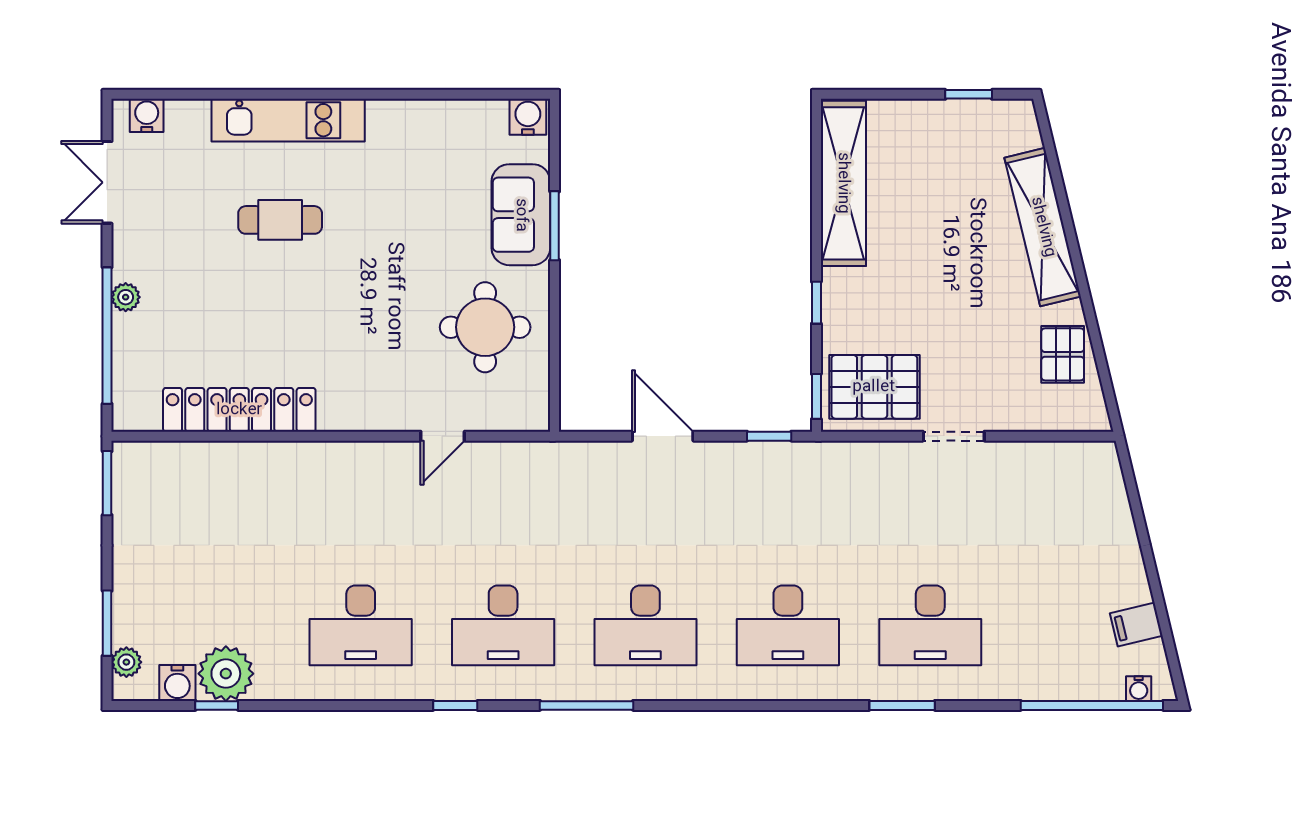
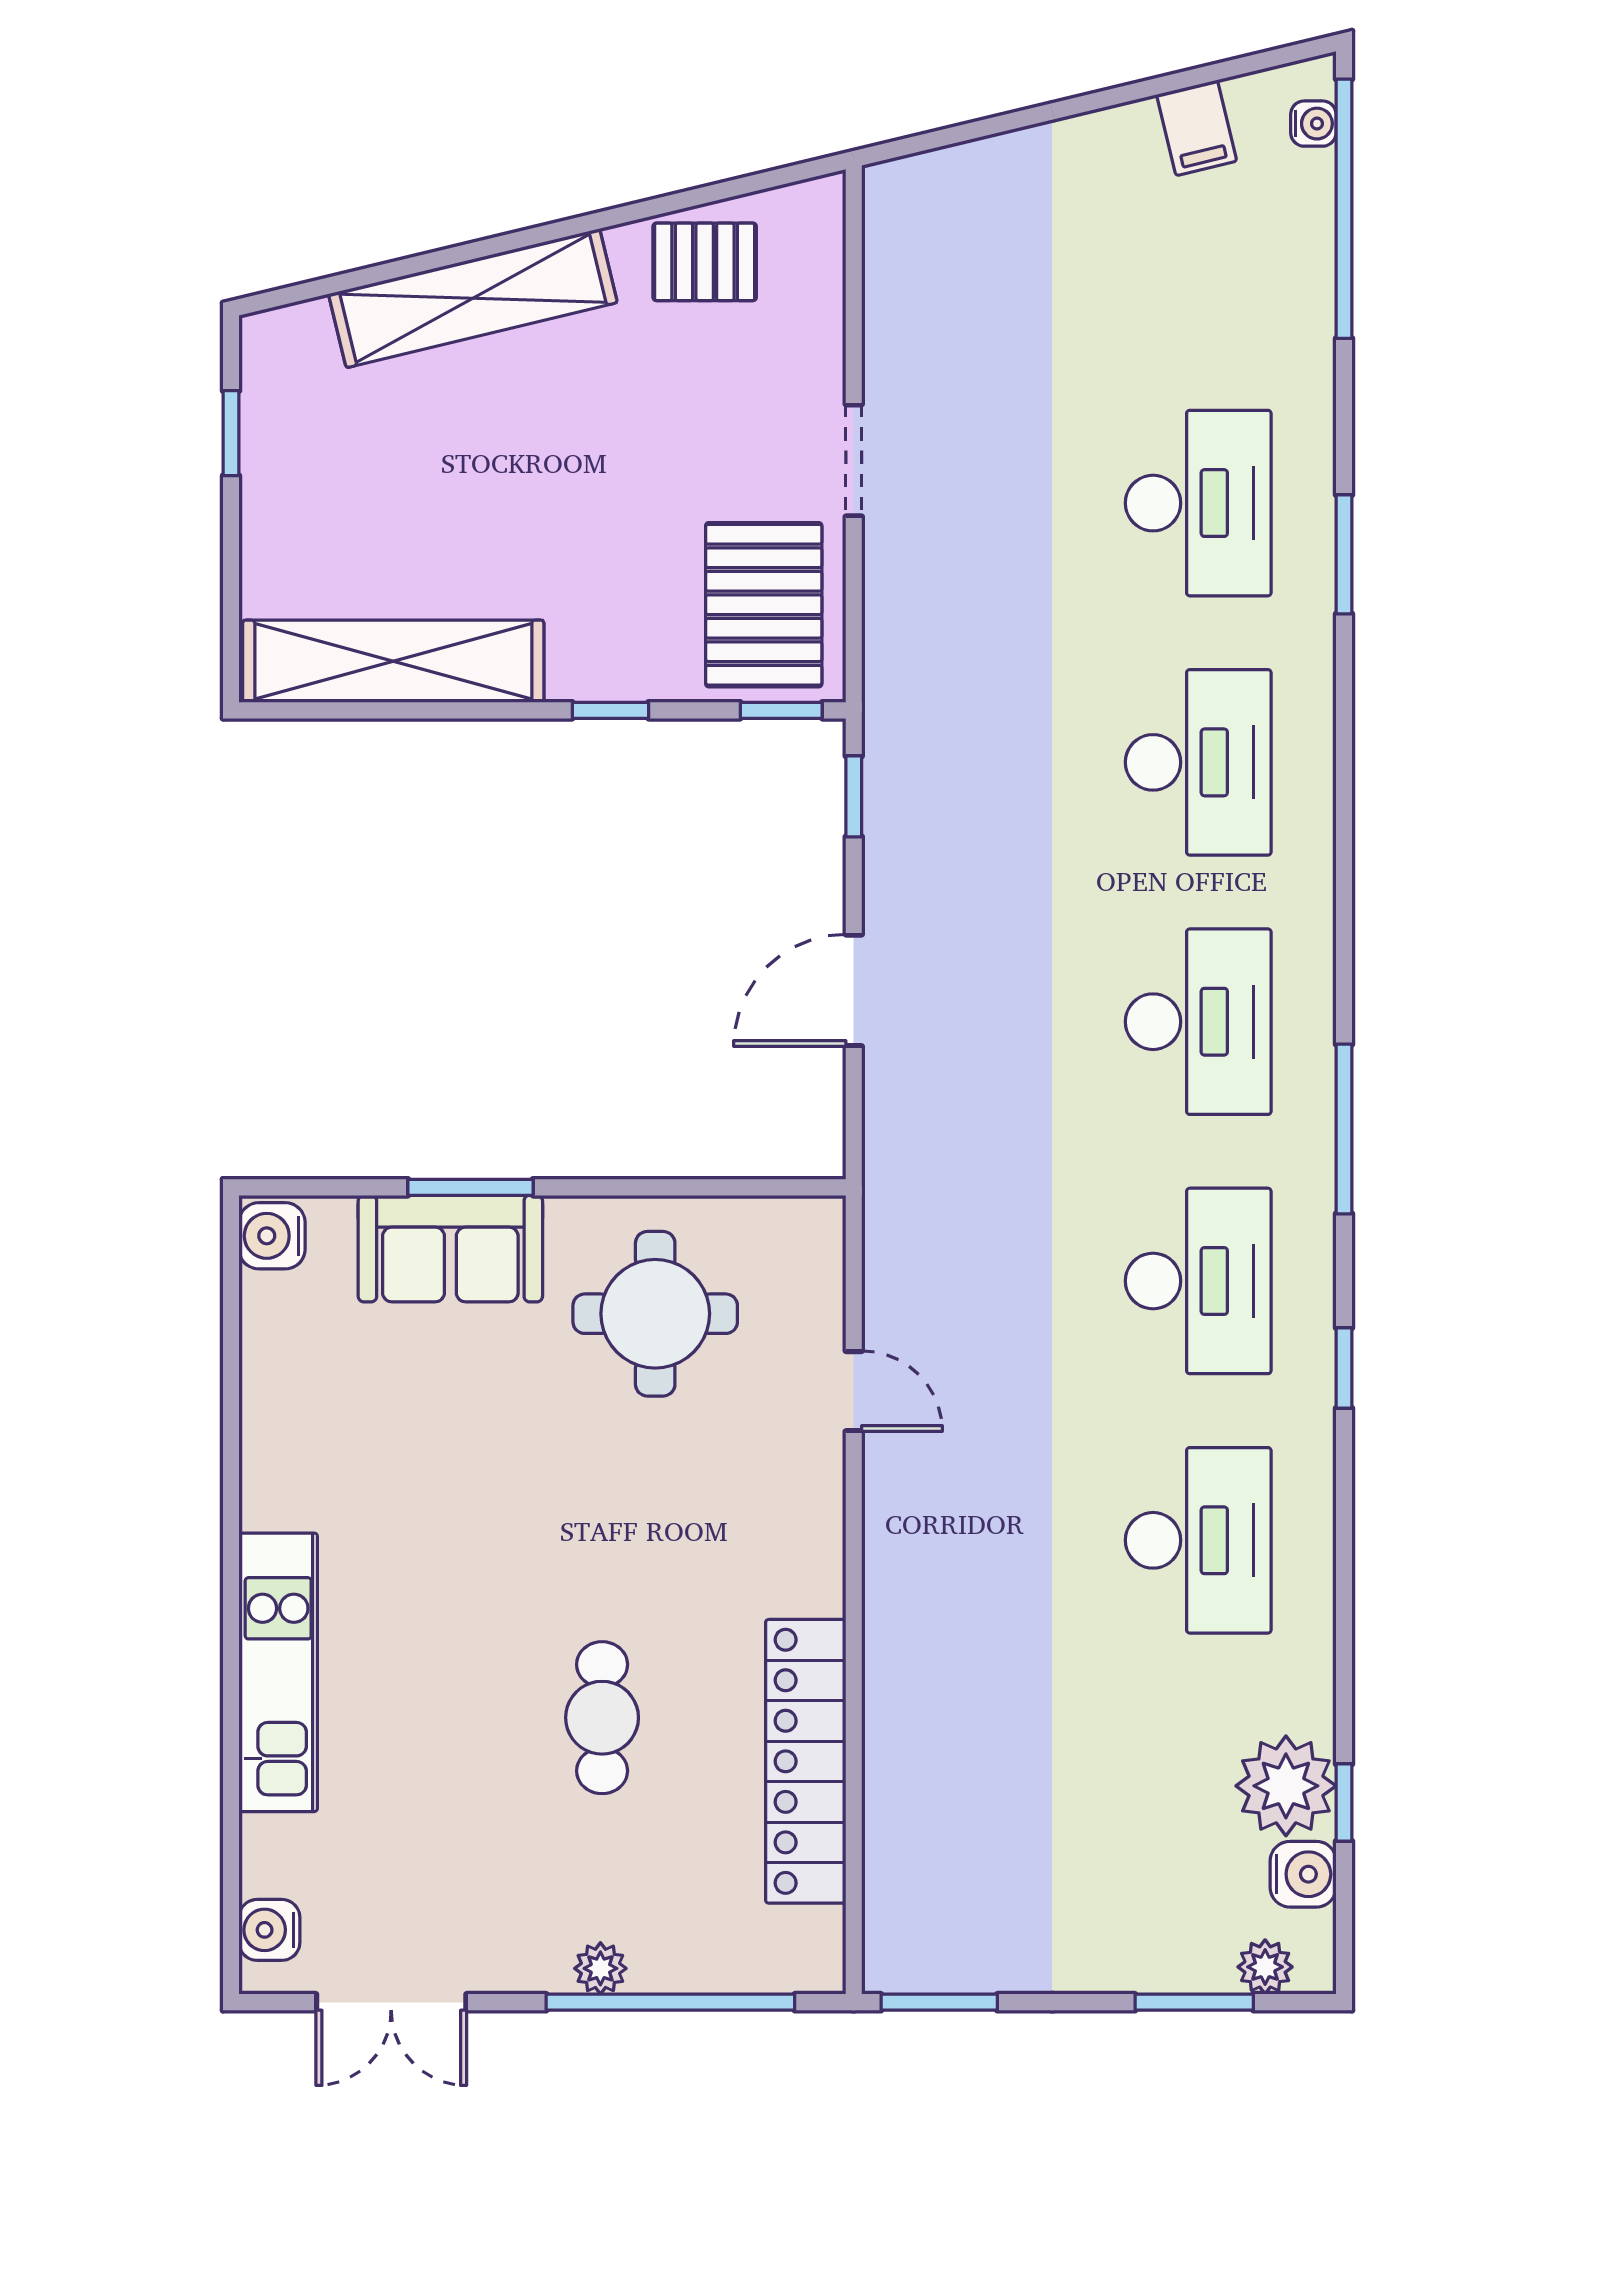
cafe table: (280, 220) -> (602, 1718), moved

